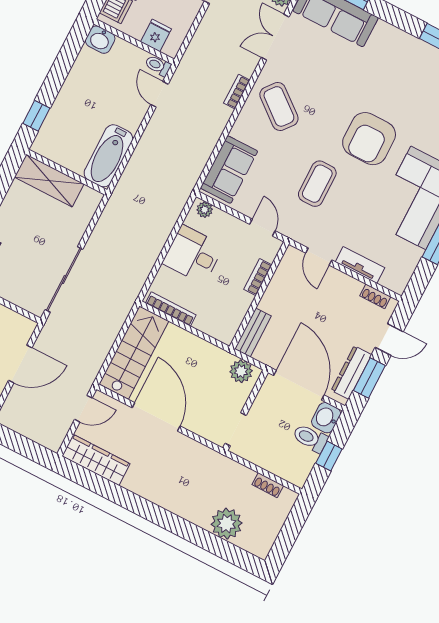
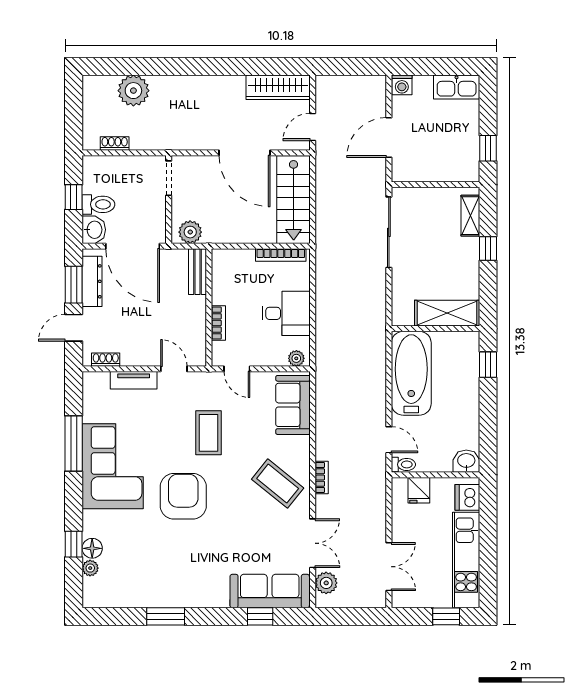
bathtub: (108, 156) -> (411, 373), width x1.36, depth x1.36

